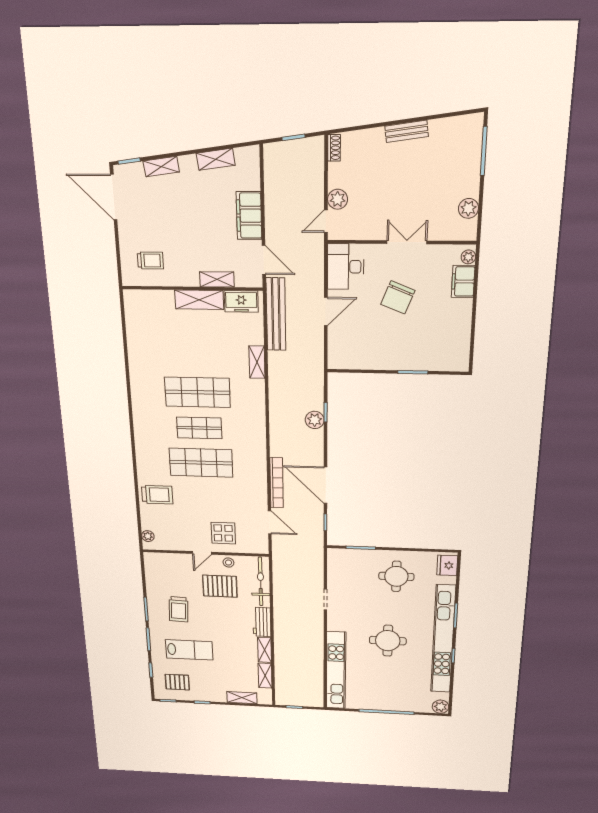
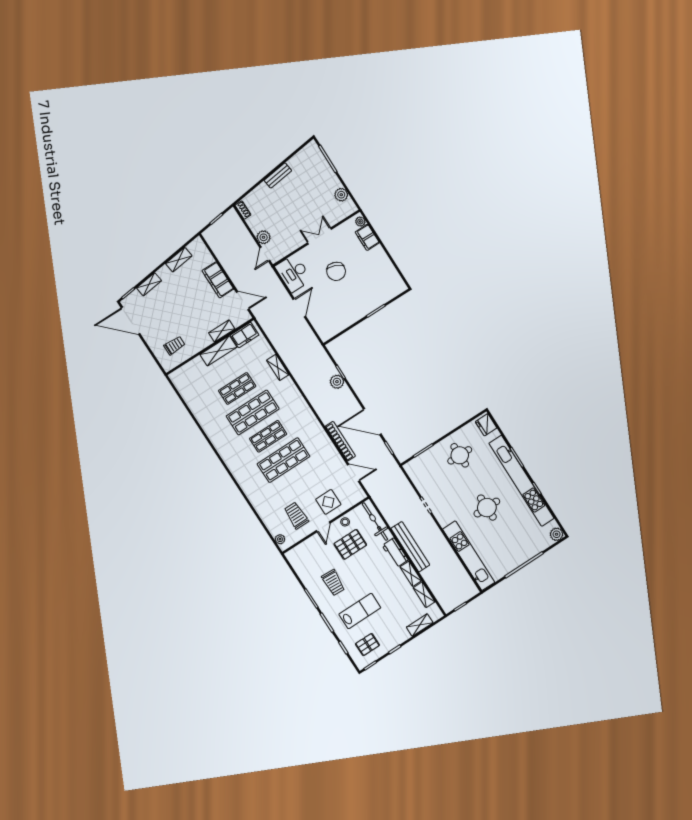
bench: (276, 314) -> (410, 547), moved
shop shelf: (196, 355) -> (237, 388), added
trolley: (157, 495) -> (296, 515), moved, turned -90

